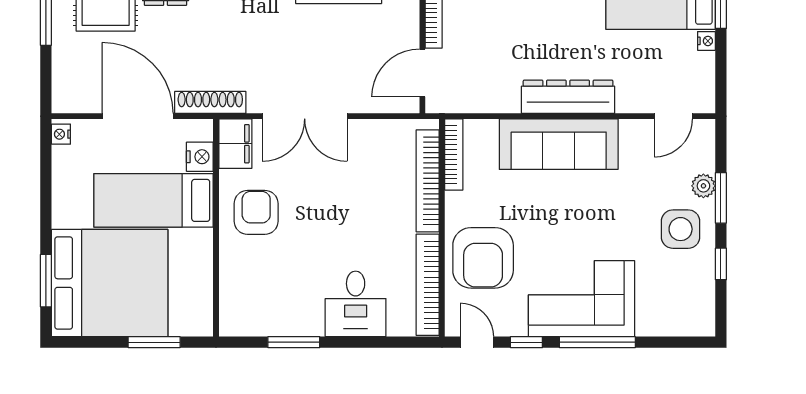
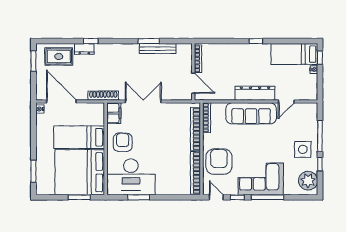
door: (422, 73) -> (193, 83), swing flipped
door: (138, 116) -> (61, 101), moved
double door: (305, 116) -> (143, 101), swing flipped
door: (673, 116) -> (286, 101), moved
nightstand: (200, 157) -> (99, 119), removed
plant: (703, 186) -> (308, 181), moved, width x1.88, depth x1.88
window: (721, 198) -> (320, 136), width x1.44
armchair: (483, 258) -> (219, 162), turned 180
bed: (110, 283) -> (80, 172), moved, turned 180
desk: (356, 304) -> (131, 177), moved, width x1.87, depth x1.30

